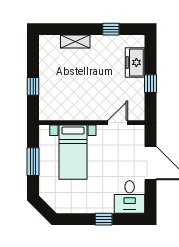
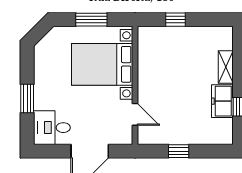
freezer: (135, 62) -> (222, 101), moved, turned -90
bed with nightstands: (73, 152) -> (102, 64), width x1.36
window: (104, 219) -> (27, 98), width x1.50

